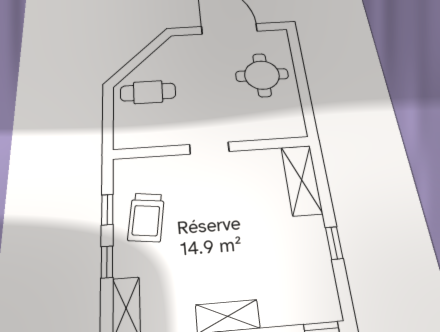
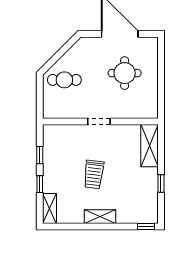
round table: (262, 75) -> (125, 73), moved
trolley: (146, 217) -> (94, 174), moved

